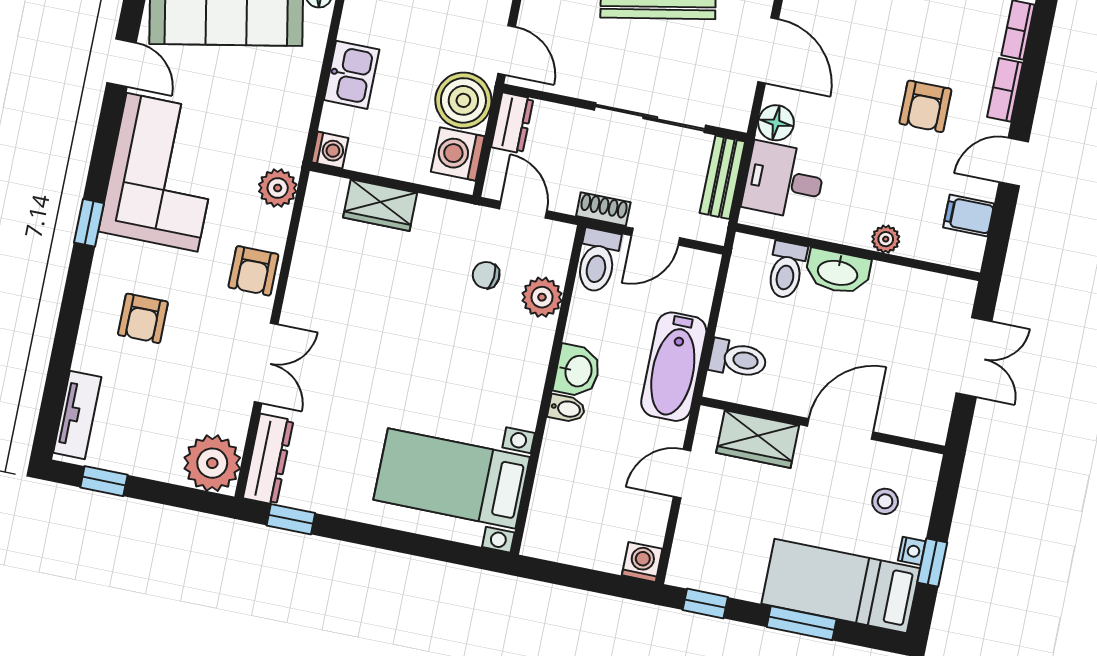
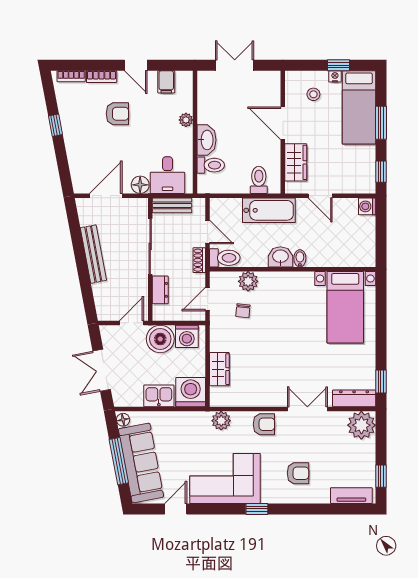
dresser: (512, 123) -> (160, 290), moved, turned 90
washing machine: (330, 150) -> (191, 392), width x1.89, depth x1.89

